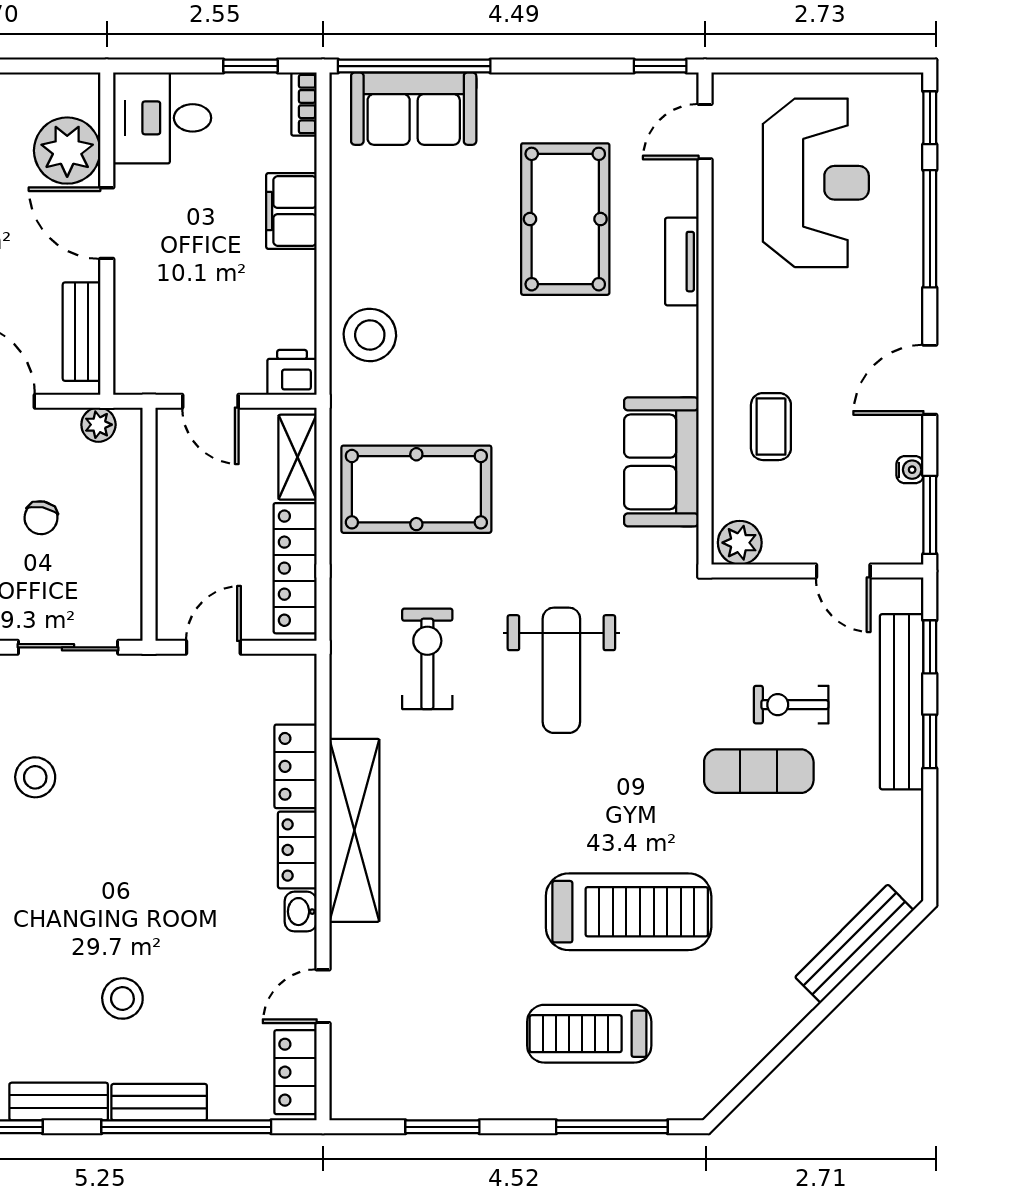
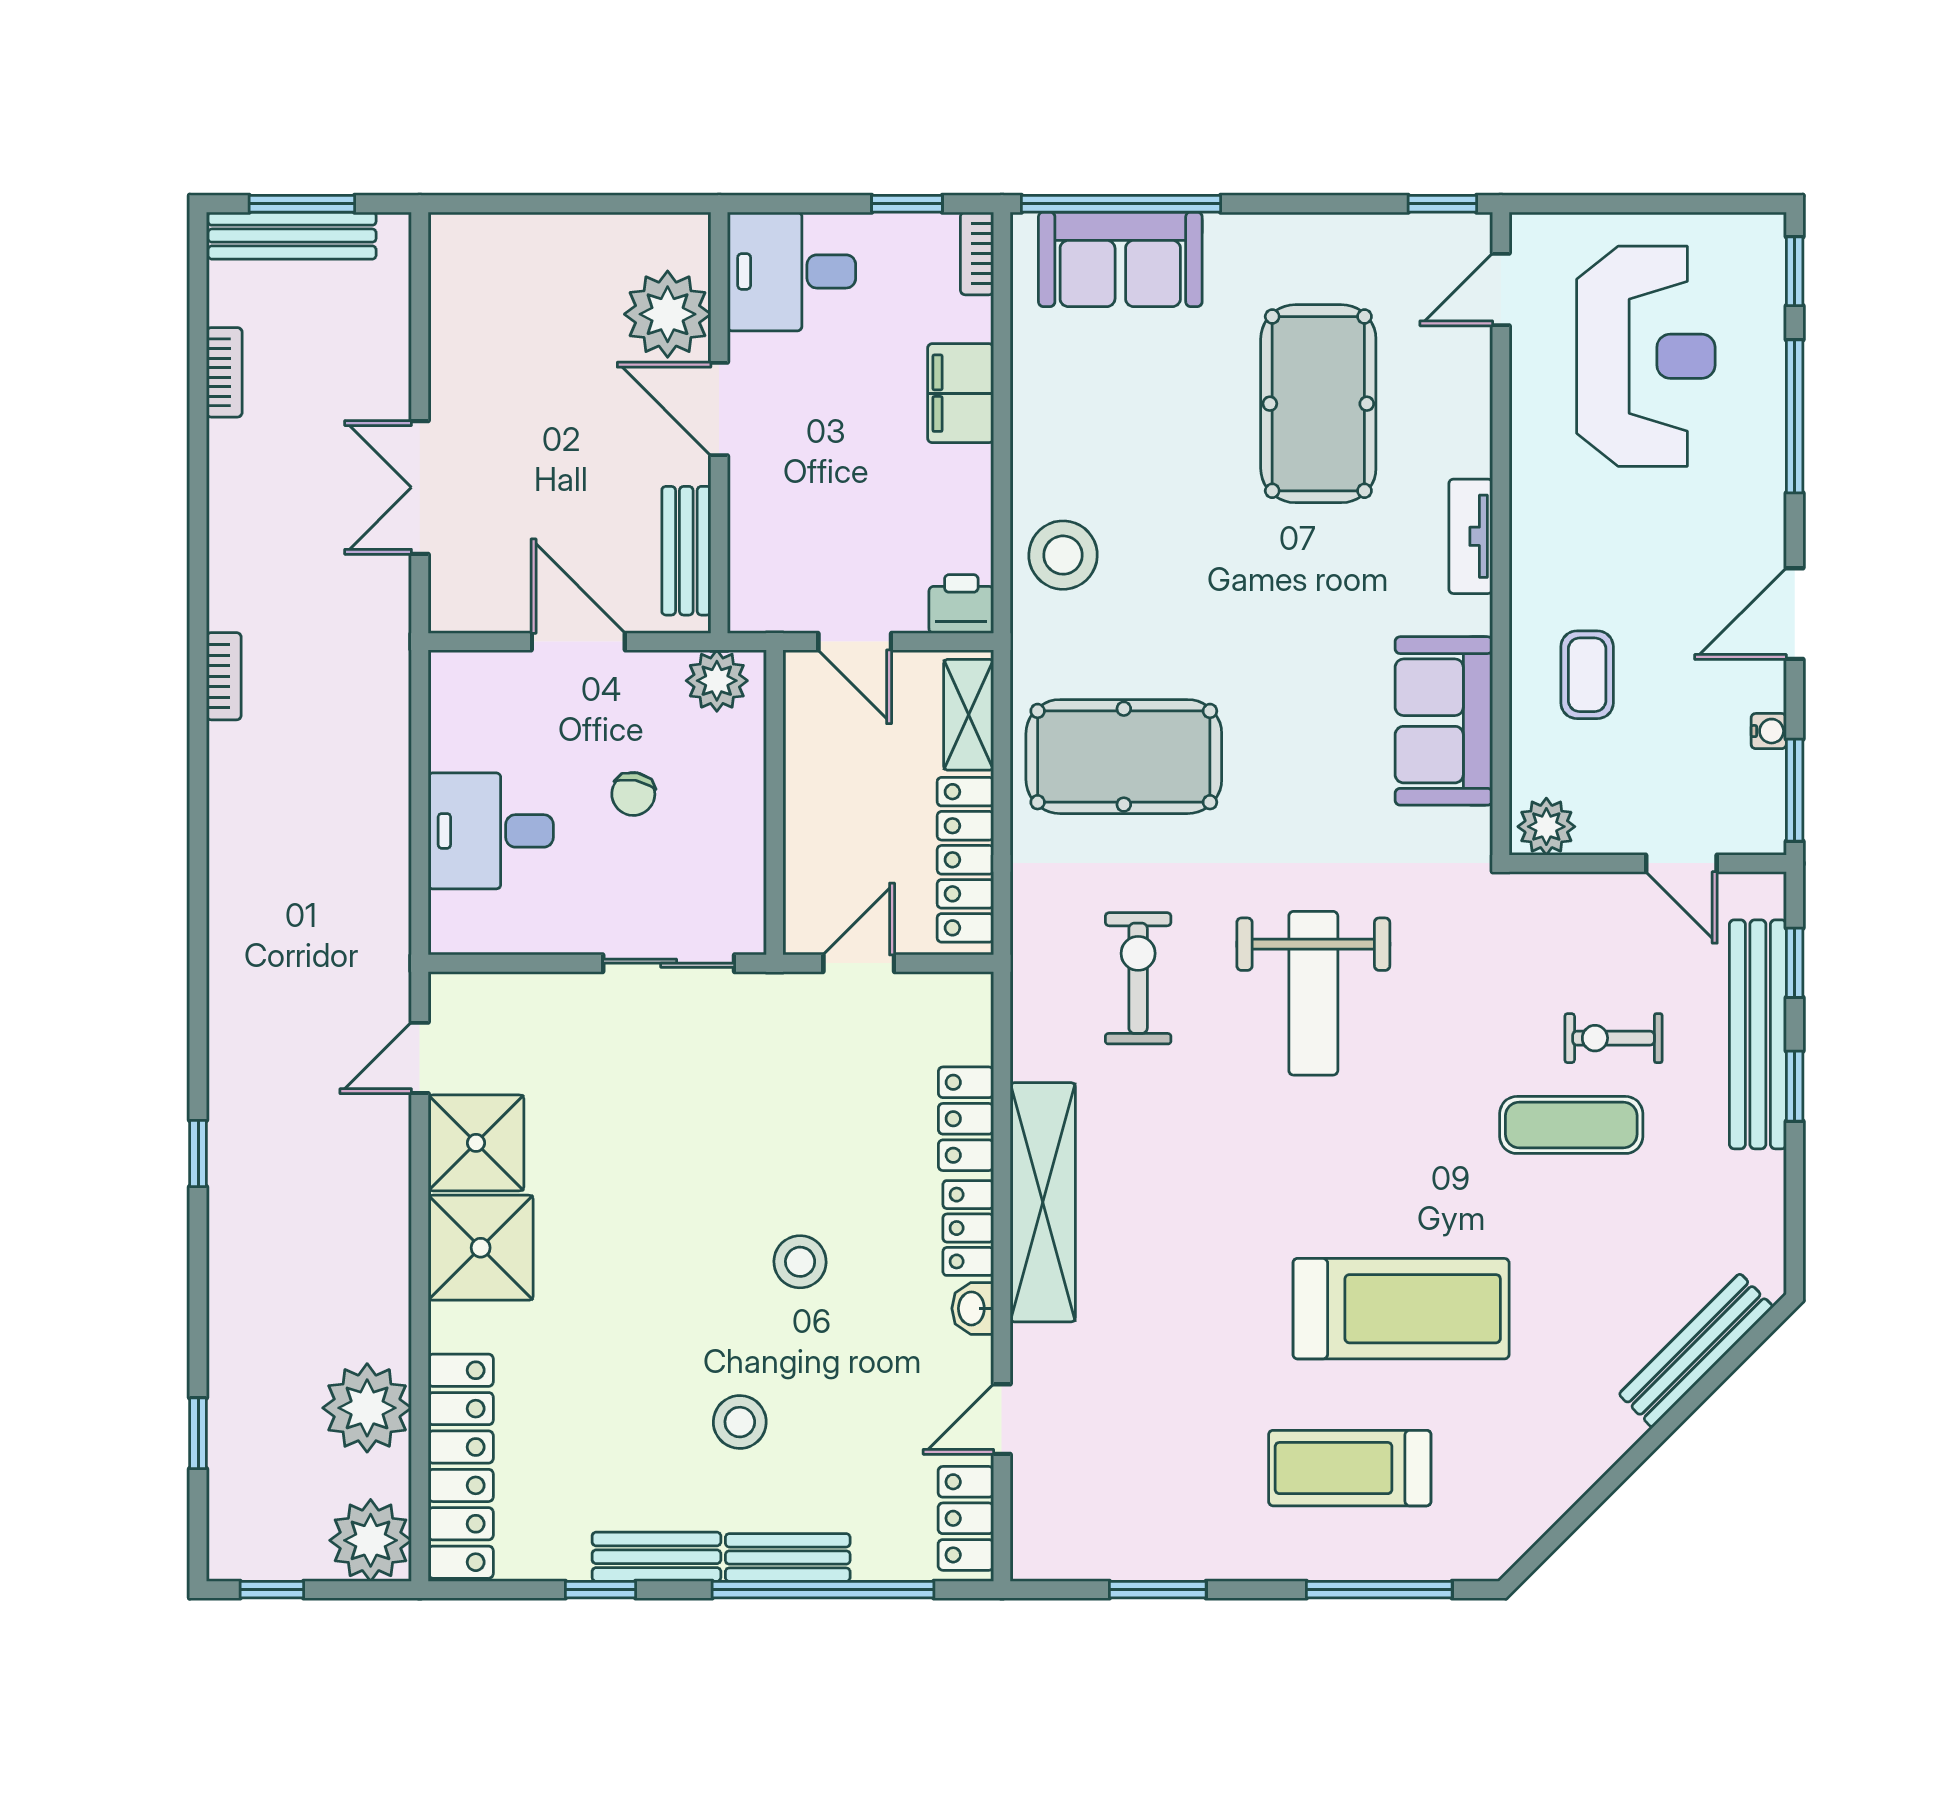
tv unit: (682, 262) -> (1471, 536), moved
plant: (98, 425) -> (717, 681), width x1.38, depth x1.38
stool: (35, 777) -> (800, 1262), moved

